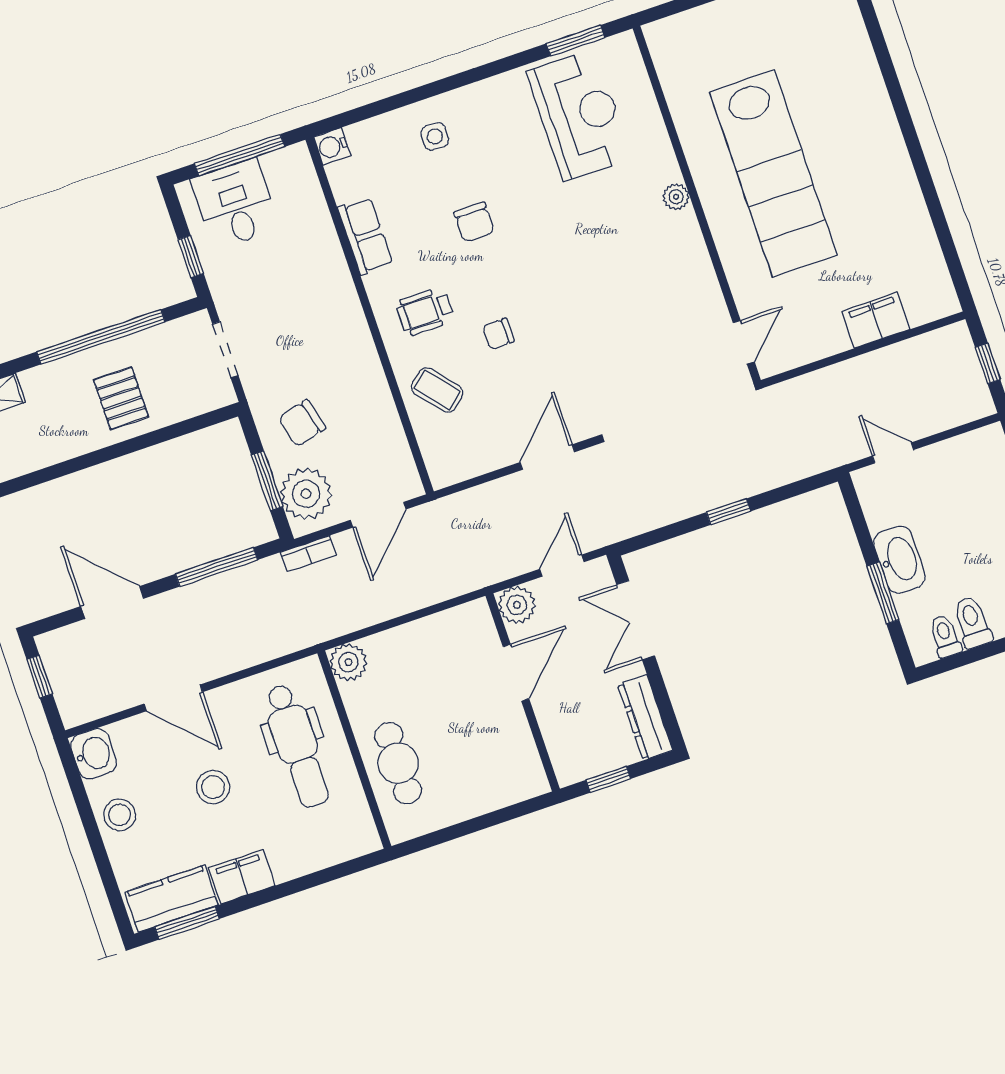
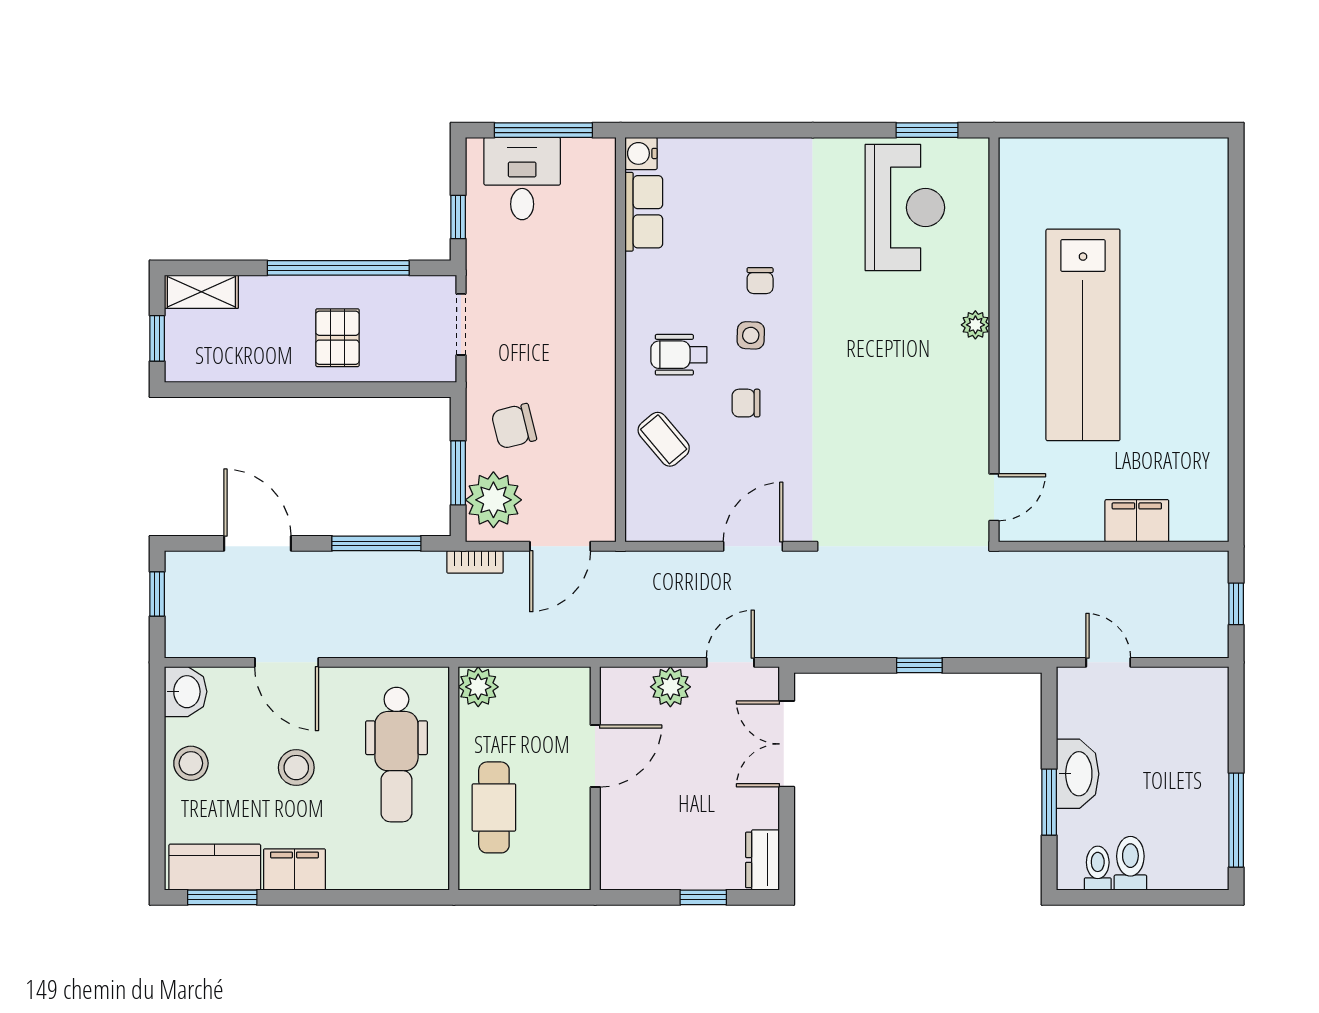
side table: (435, 136) -> (751, 335), moved
chair: (474, 222) -> (760, 281), width x0.73, depth x0.73
row of seats: (365, 236) -> (644, 212), moved
door: (516, 673) -> (595, 756), moved
wall: (523, 692) -> (595, 778), moved
dresser: (645, 717) -> (762, 860), width x0.70

